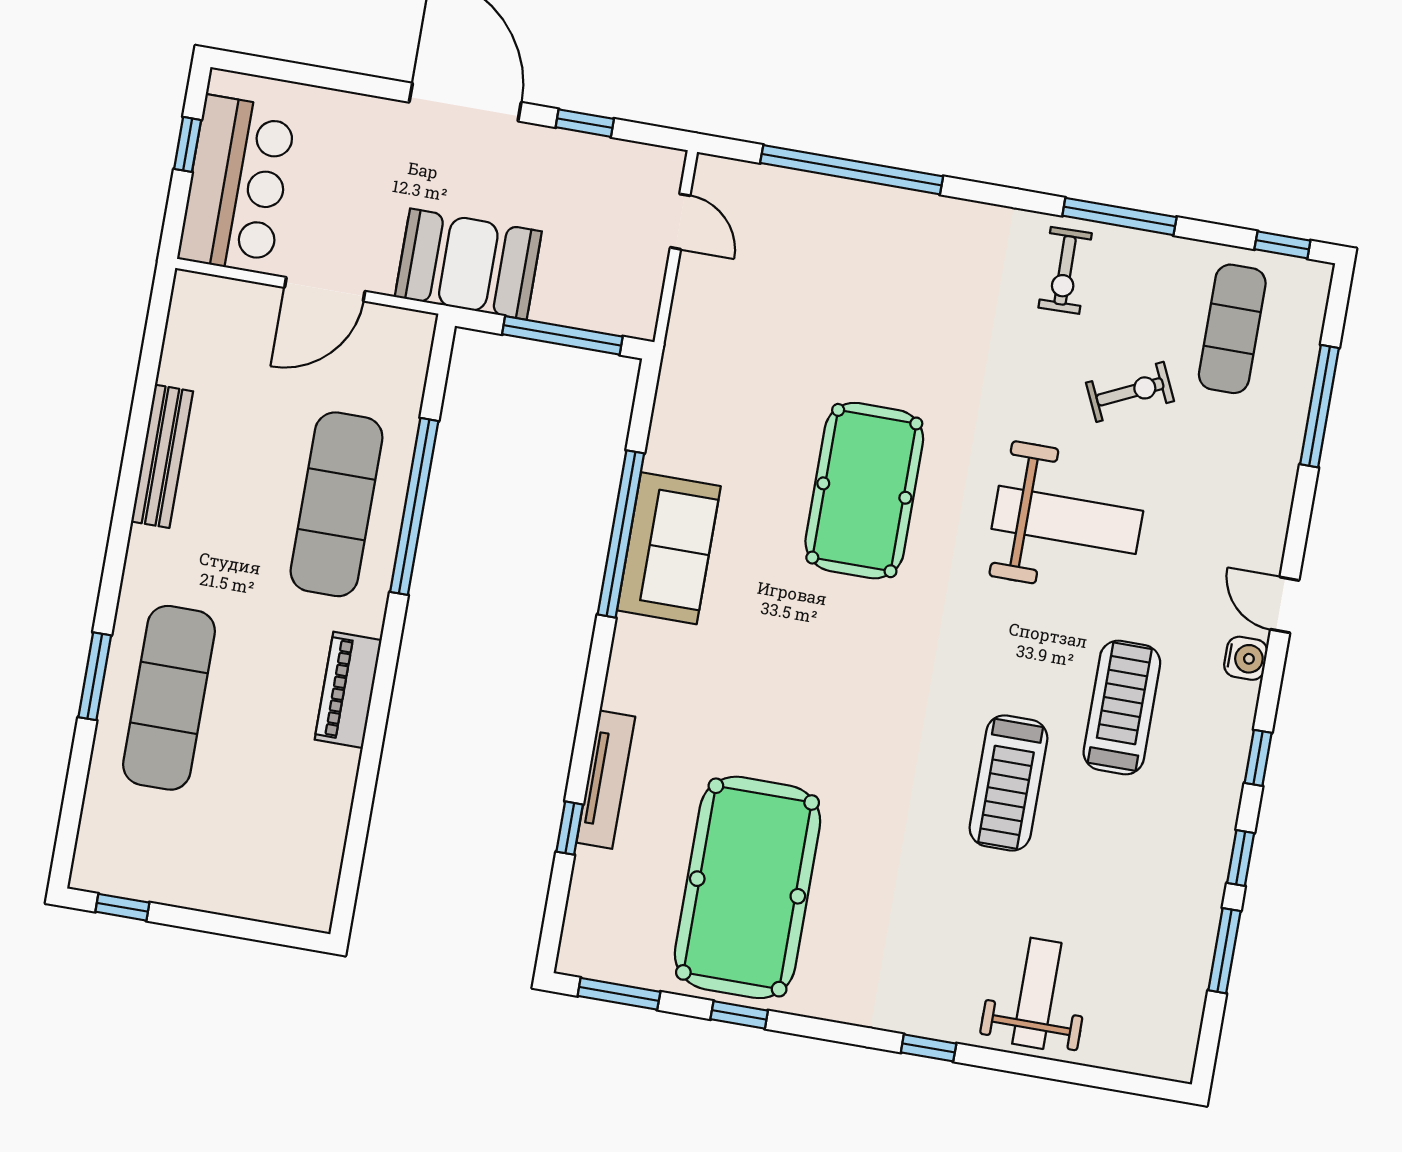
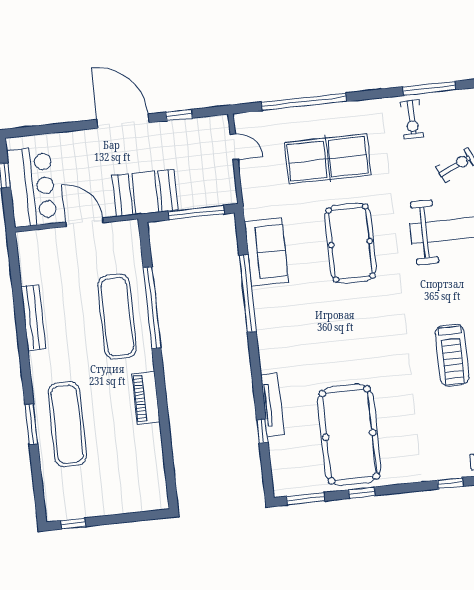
door: (325, 289) -> (84, 222), swing flipped
table tennis table: (867, 302) -> (328, 159), added
sofa: (669, 548) -> (266, 252), moved

